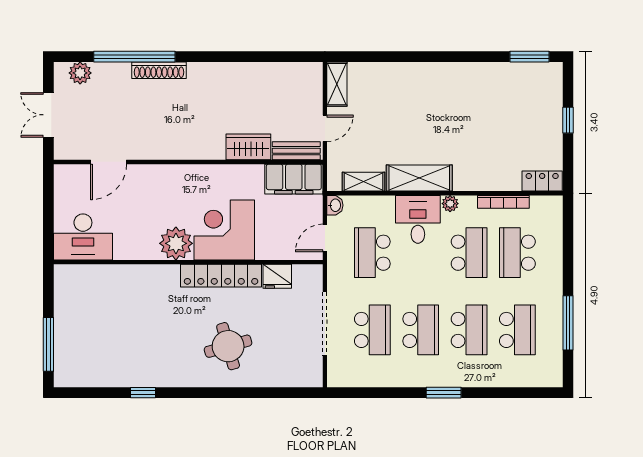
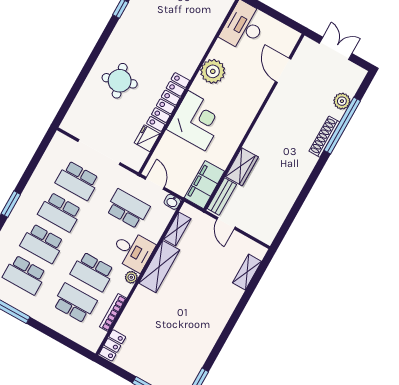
plant: (80, 73) -> (342, 101), moved
shelving: (337, 84) -> (247, 272), moved, turned 90
plant: (176, 243) -> (213, 71), moved

